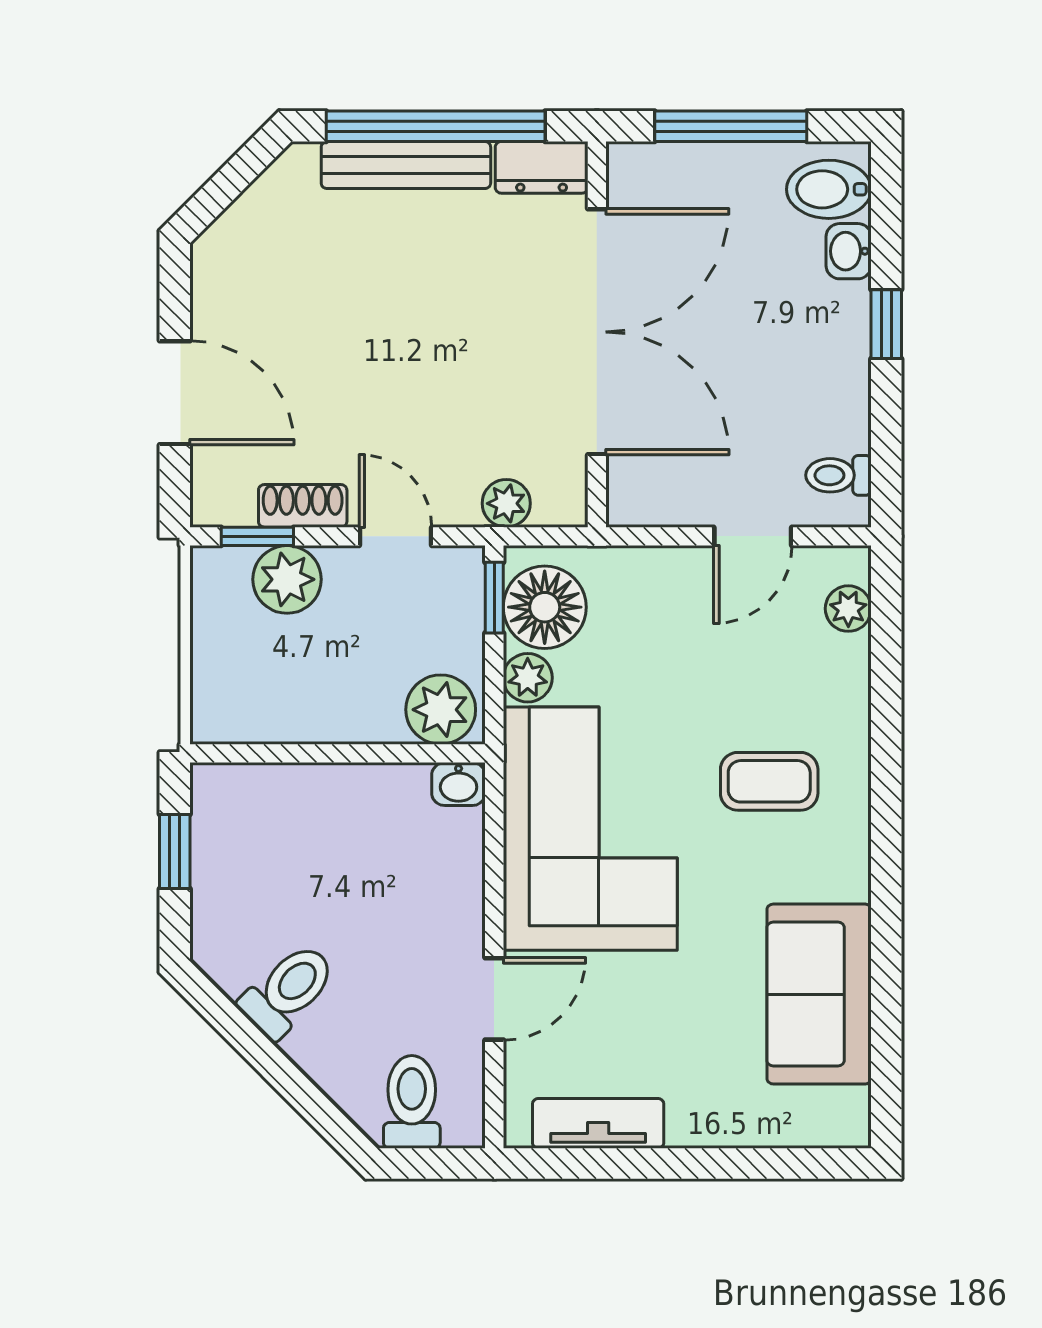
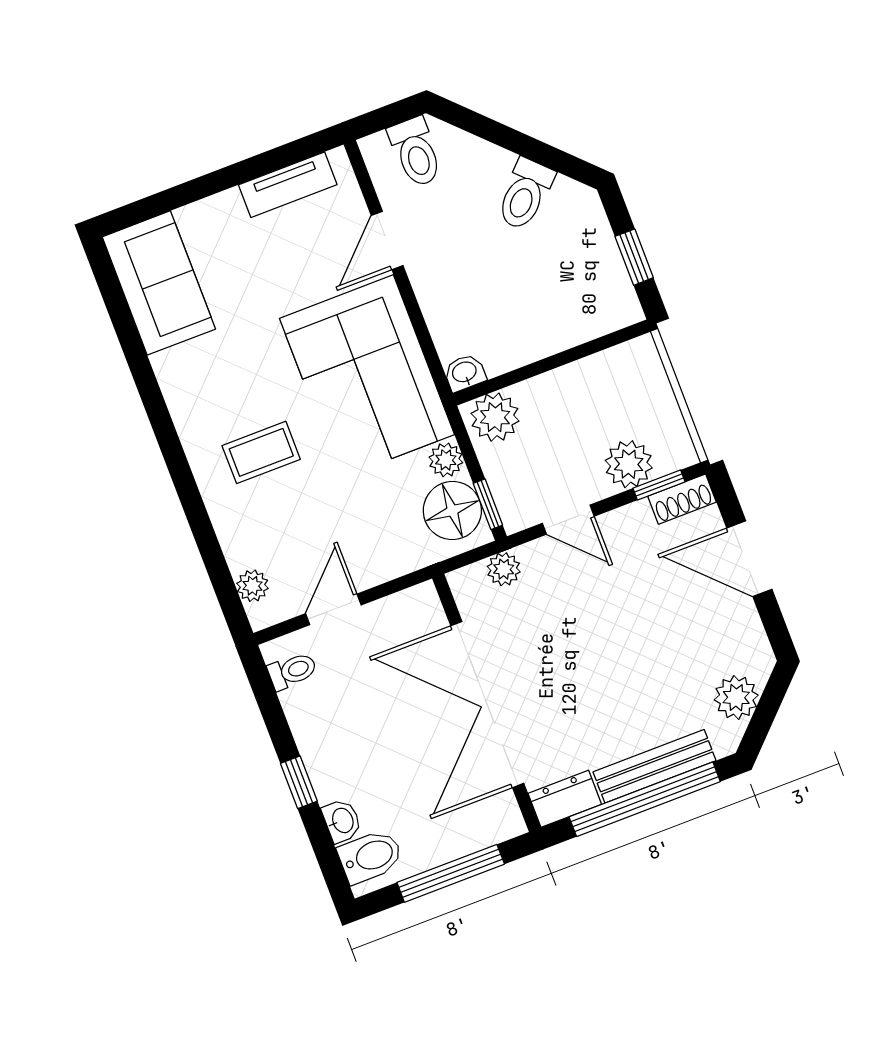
plant: (263, 215) -> (736, 698), added
shoe rack: (303, 506) -> (682, 499), moved
sofa: (819, 994) -> (159, 283), moved

